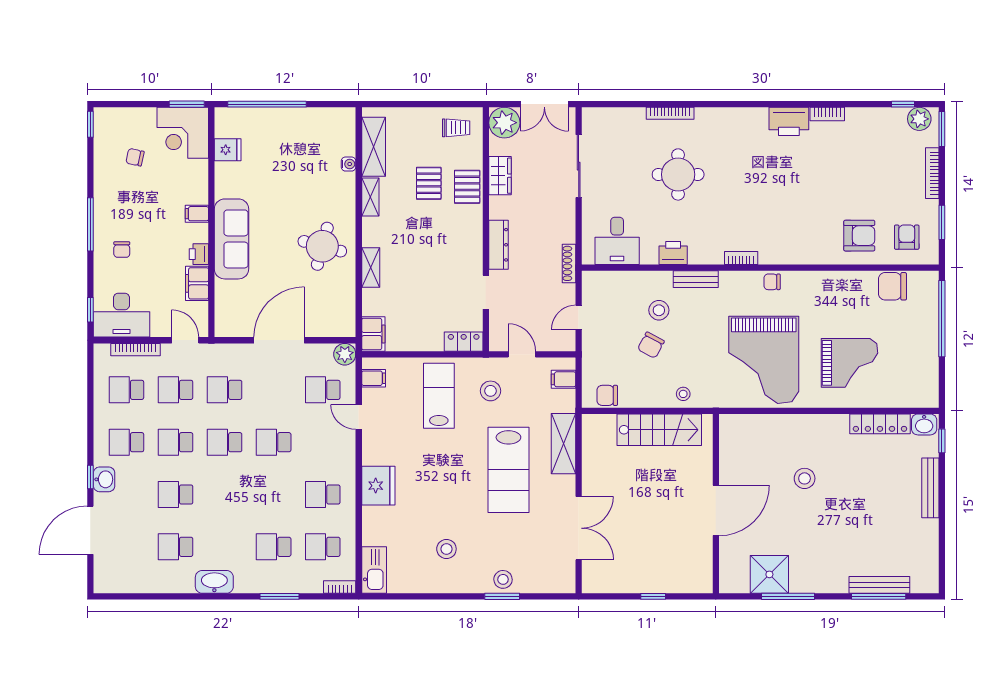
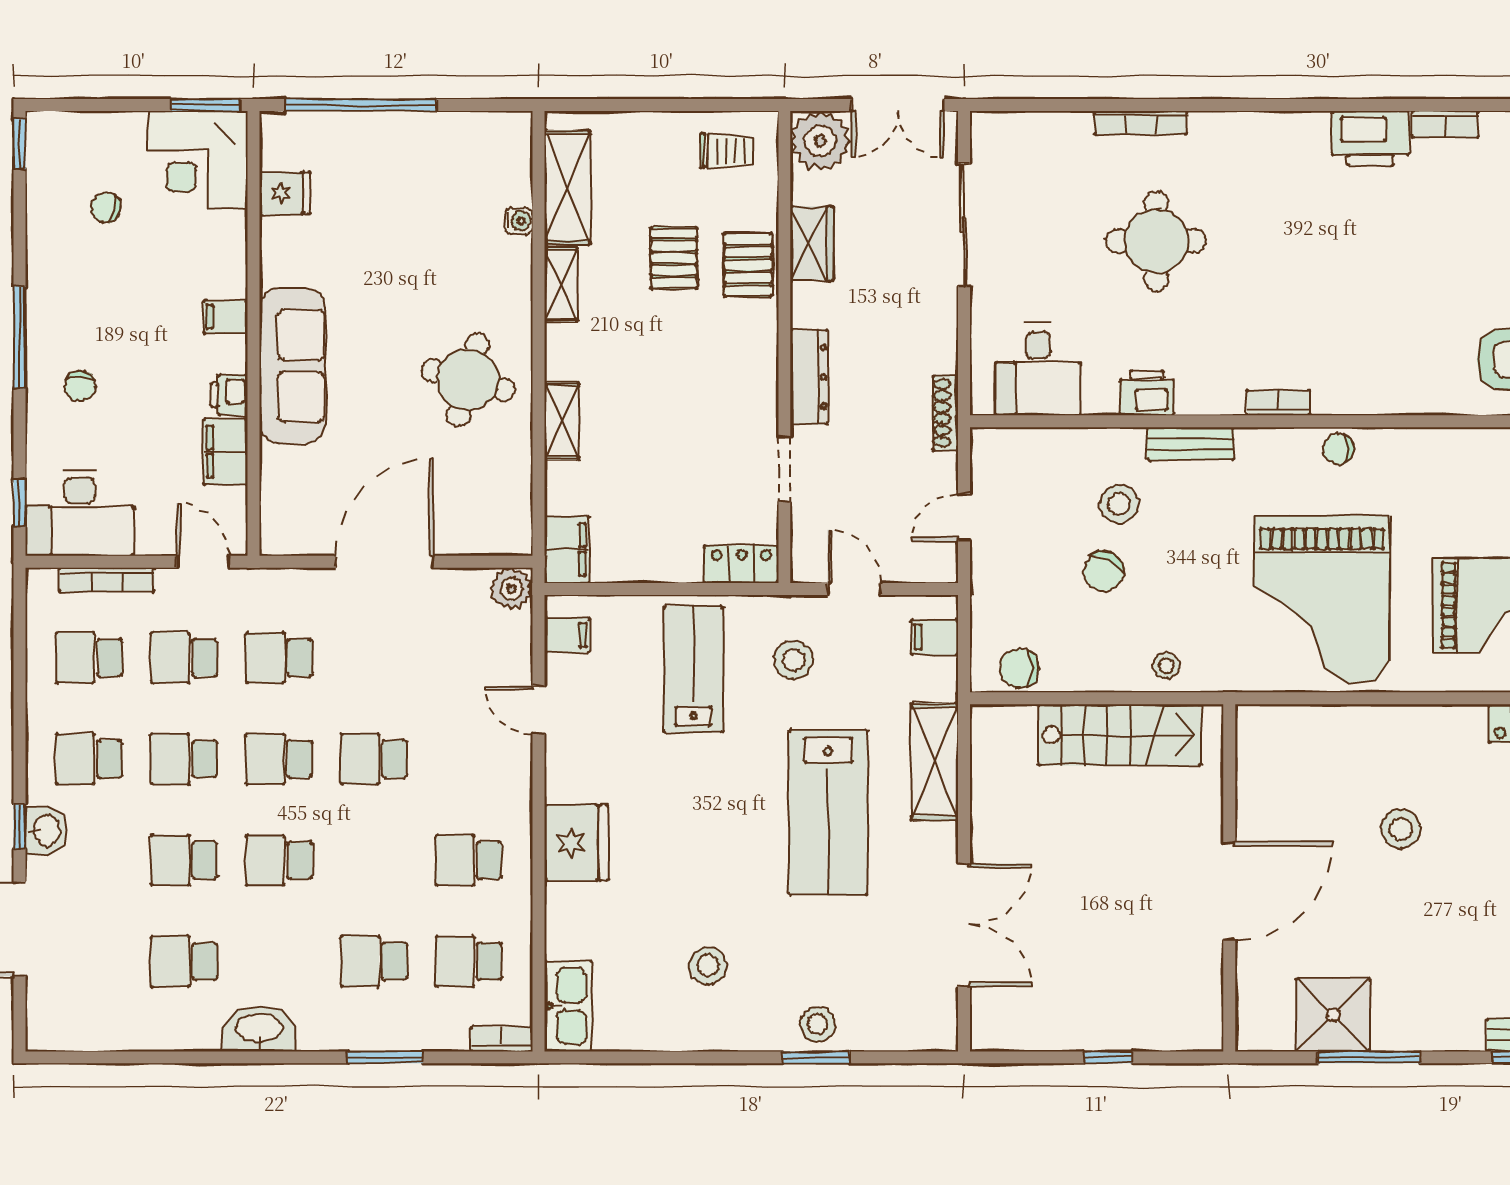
school desk: (323, 390) -> (279, 860), moved

